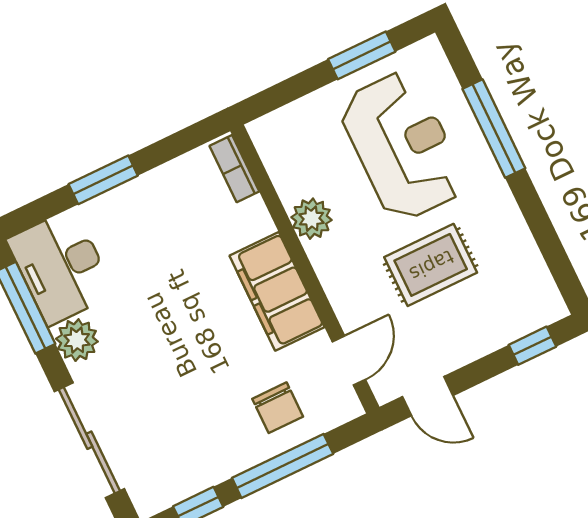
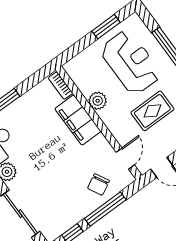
filing cabinet: (277, 291) -> (78, 120), moved
chair: (278, 408) -> (98, 185), turned 62

